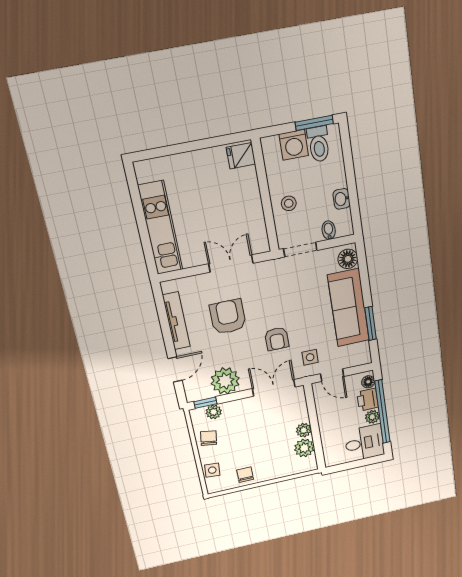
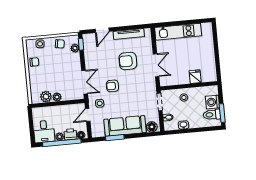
fridge: (241, 156) -> (195, 77), moved
armchair: (228, 317) -> (128, 61), turned 180
door: (175, 369) -> (102, 30), hinge flipped
plant: (225, 381) -> (92, 56), removed

